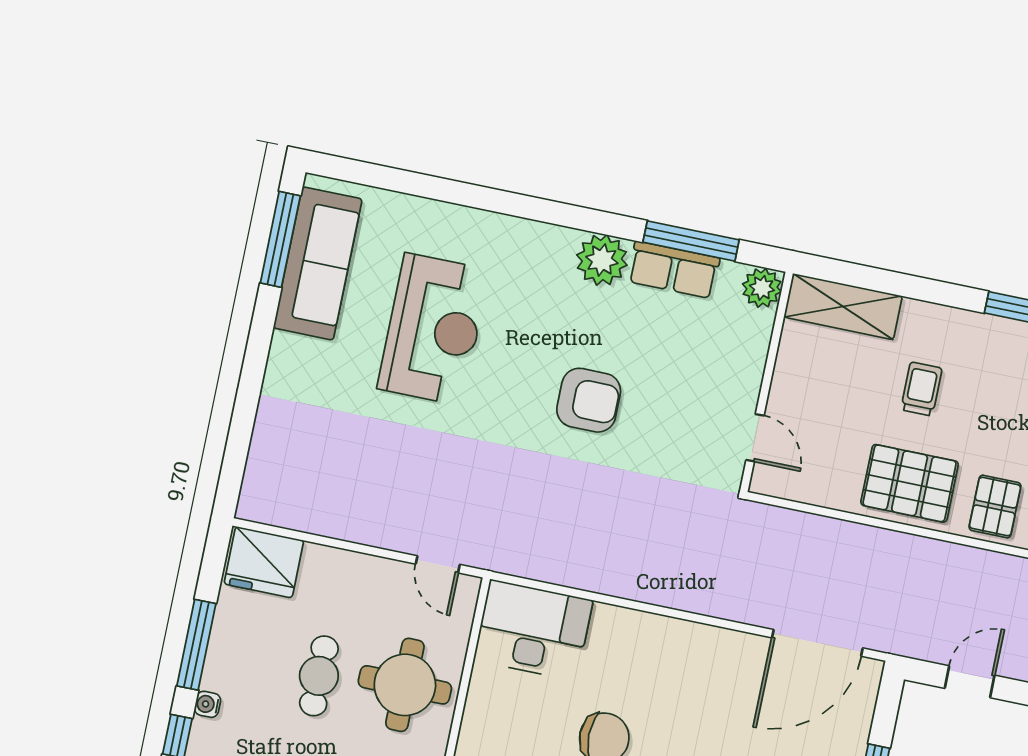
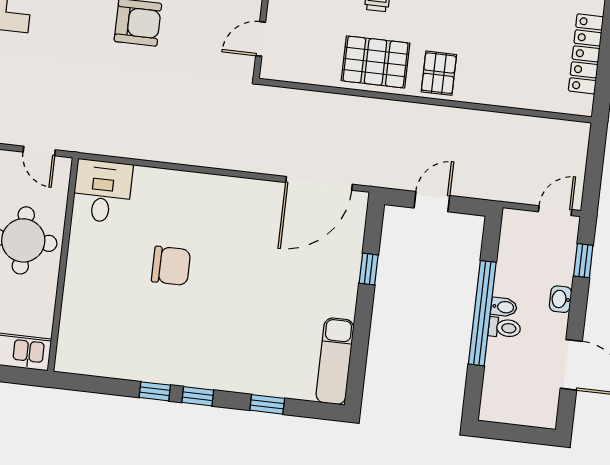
door: (755, 438) -> (261, 39), swing flipped
desk: (533, 630) -> (102, 191), width x0.73

